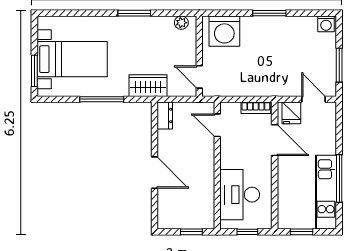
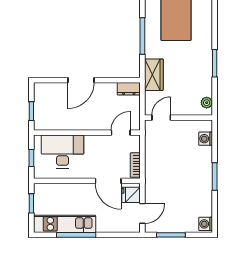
washing machine: (224, 31) -> (206, 139), width x0.53, depth x0.53
door: (275, 140) -> (108, 181), hinge flipped

